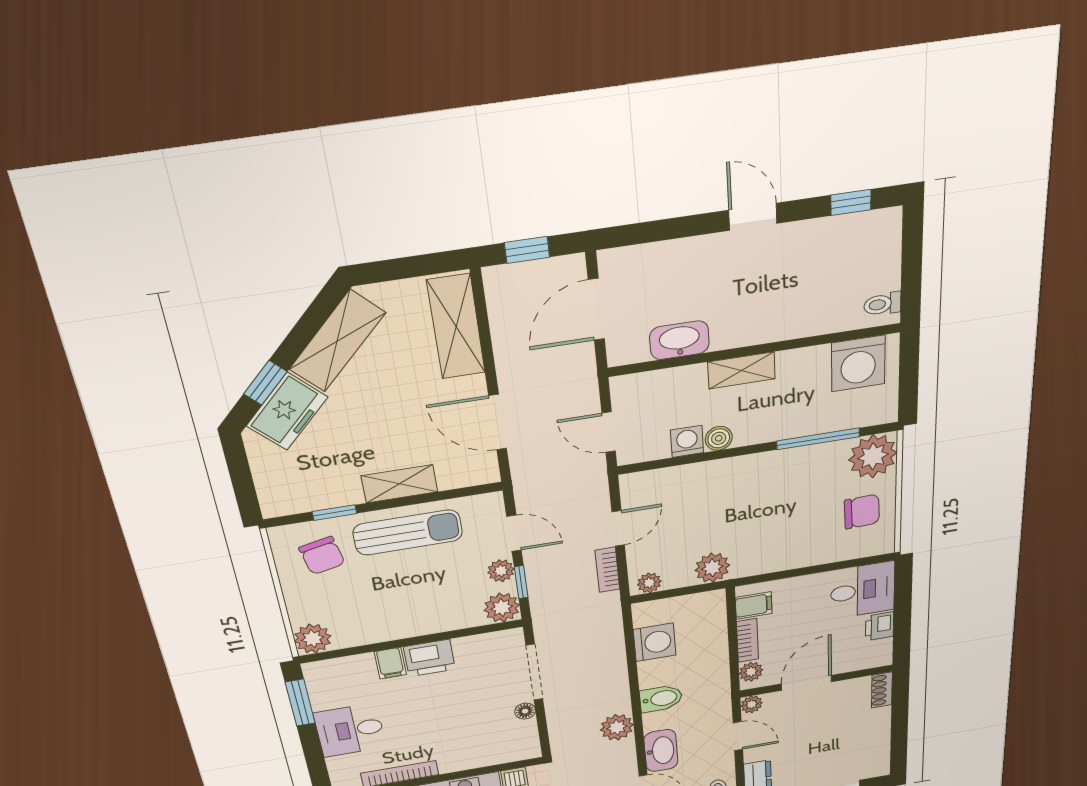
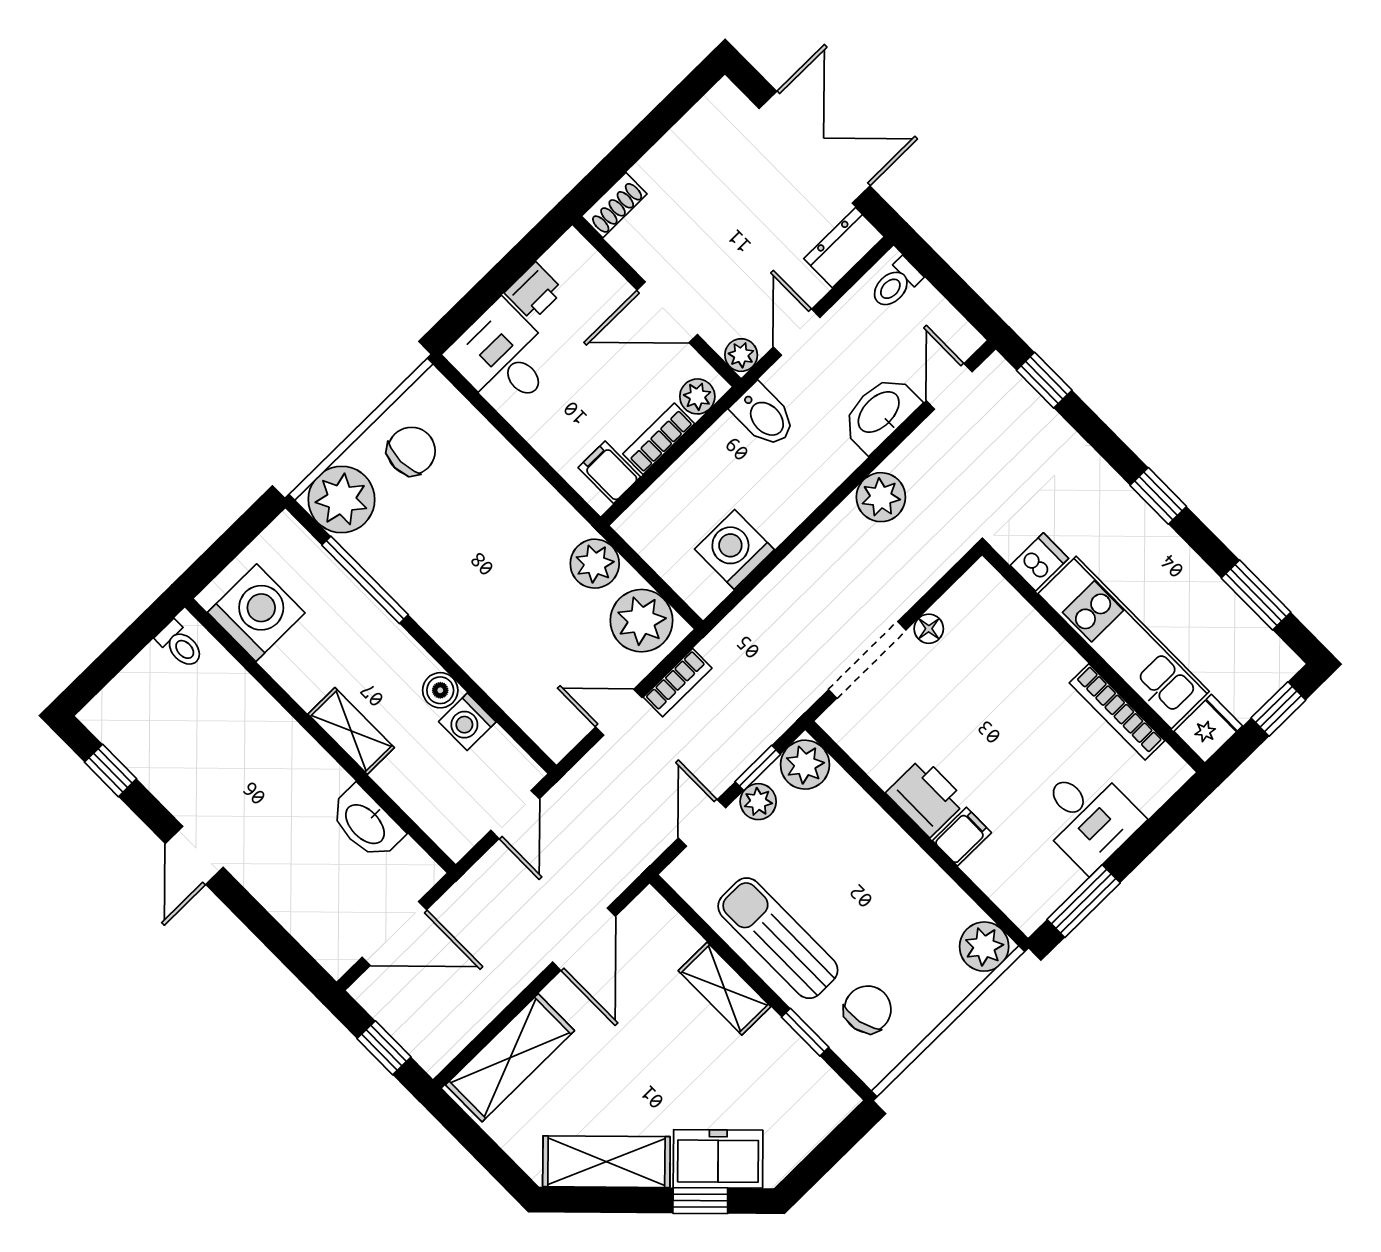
chair: (862, 512) -> (411, 451), turned 92
plant: (649, 583) -> (641, 621), width x1.87, depth x1.87
bidet: (661, 699) -> (764, 416), moved, turned 180

